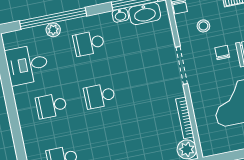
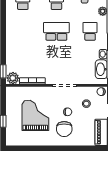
school desk: (100, 96) -> (56, 31), width x1.85

